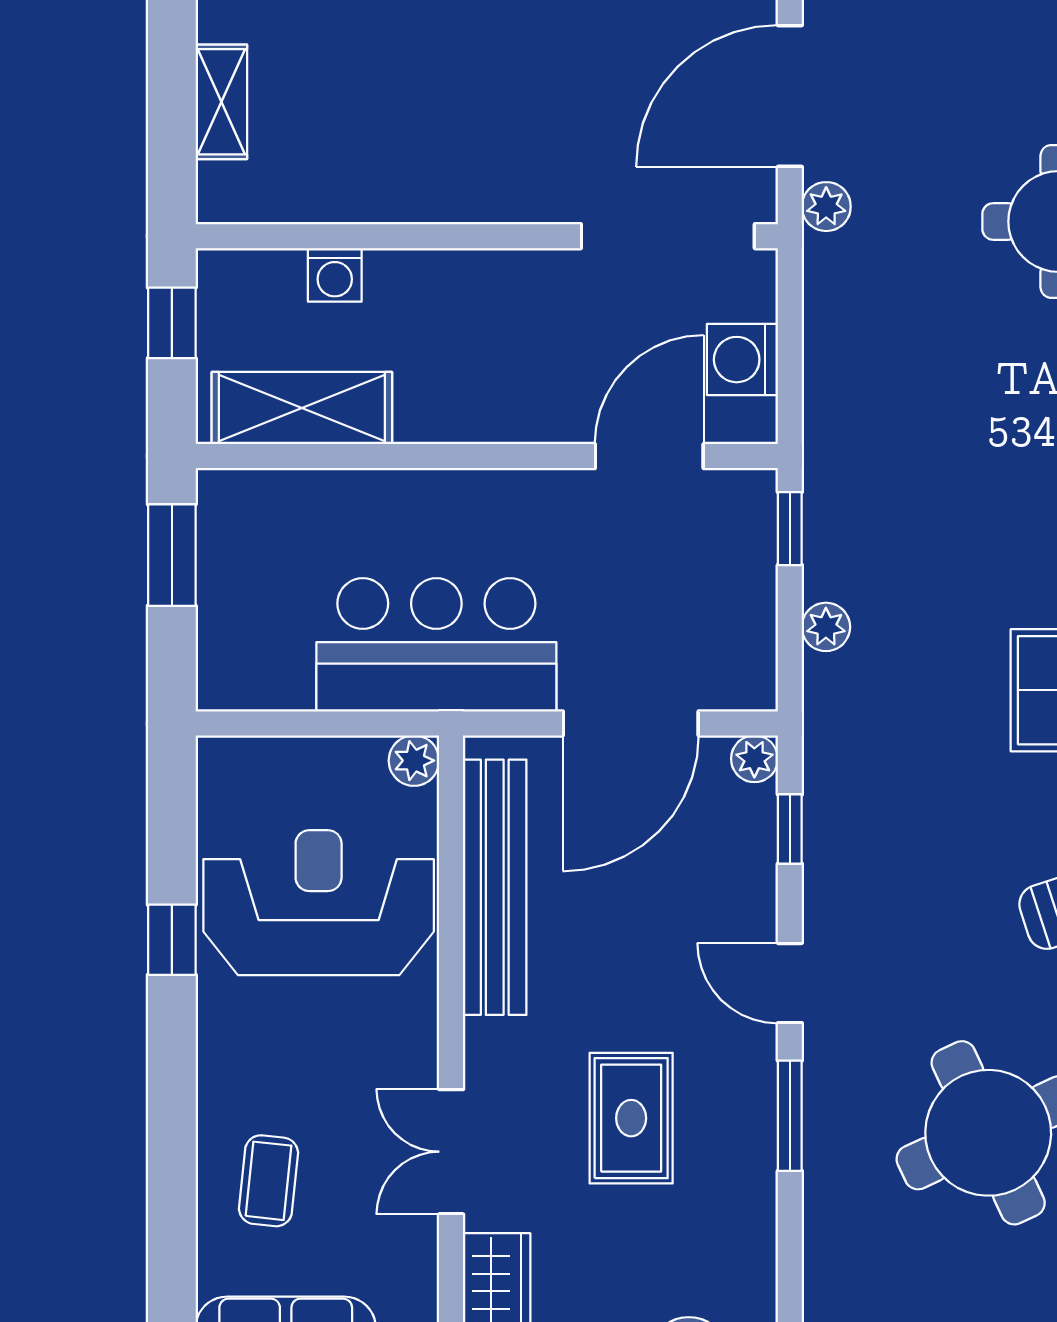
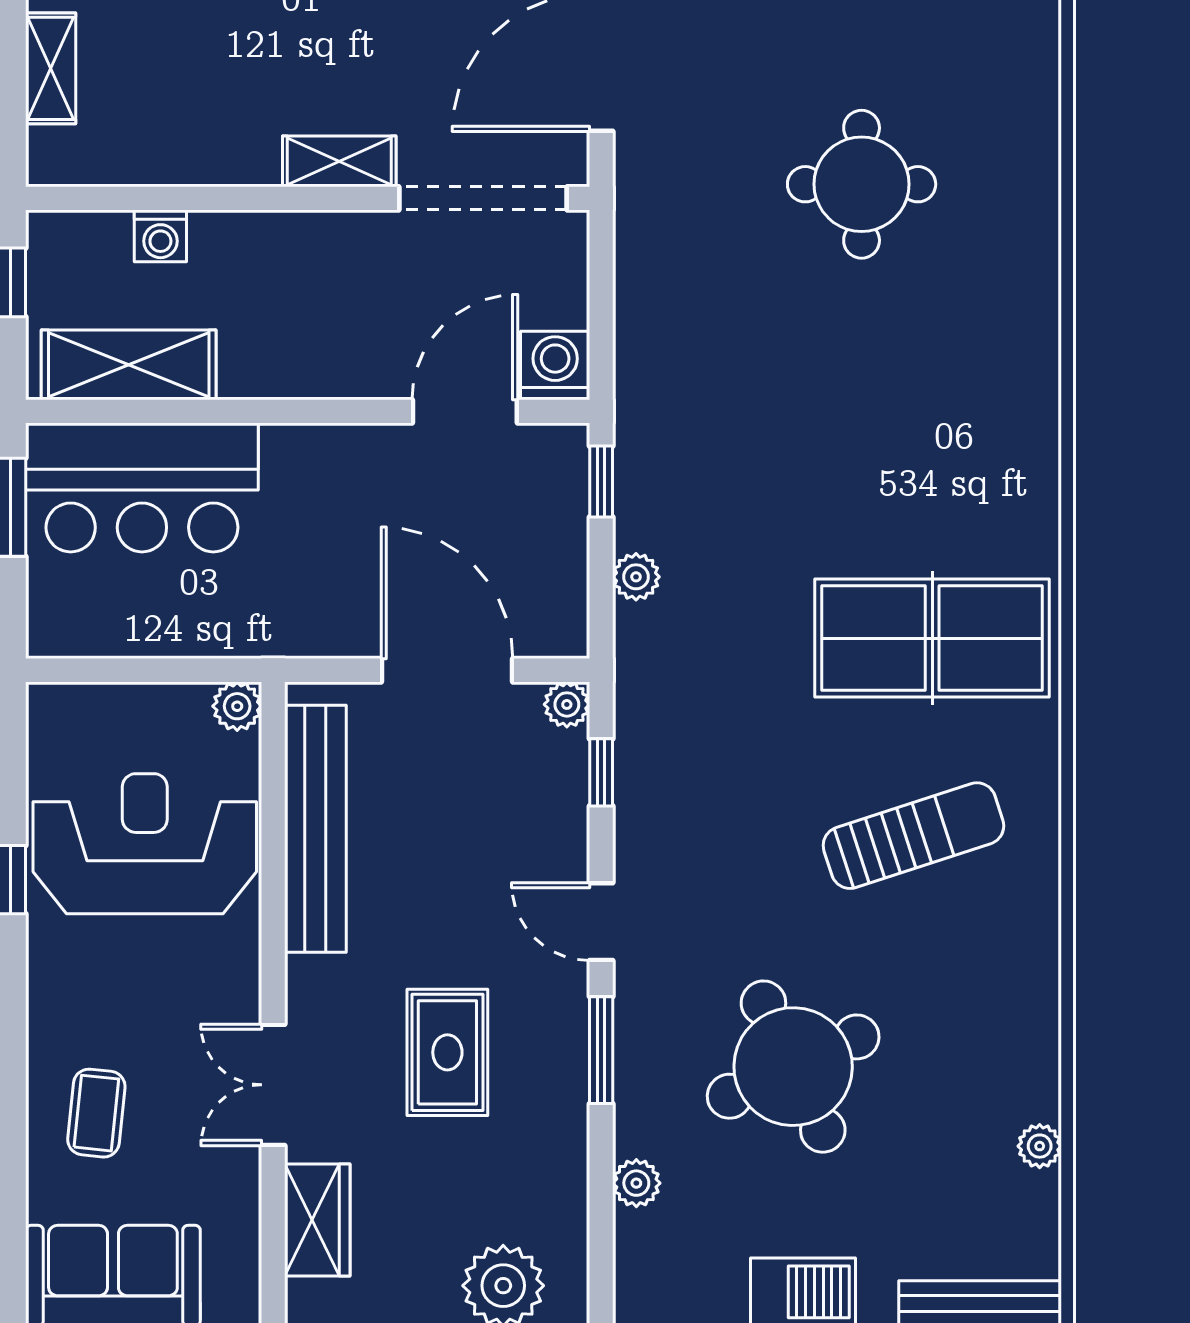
shelving: (519, 198) -> (339, 161), added
plant: (826, 207) -> (636, 1183), moved
washing machine: (742, 360) -> (555, 365), moved, turned 90
bar counter: (436, 645) -> (142, 487), moved, turned 180
door: (631, 723) -> (447, 670), swing flipped

